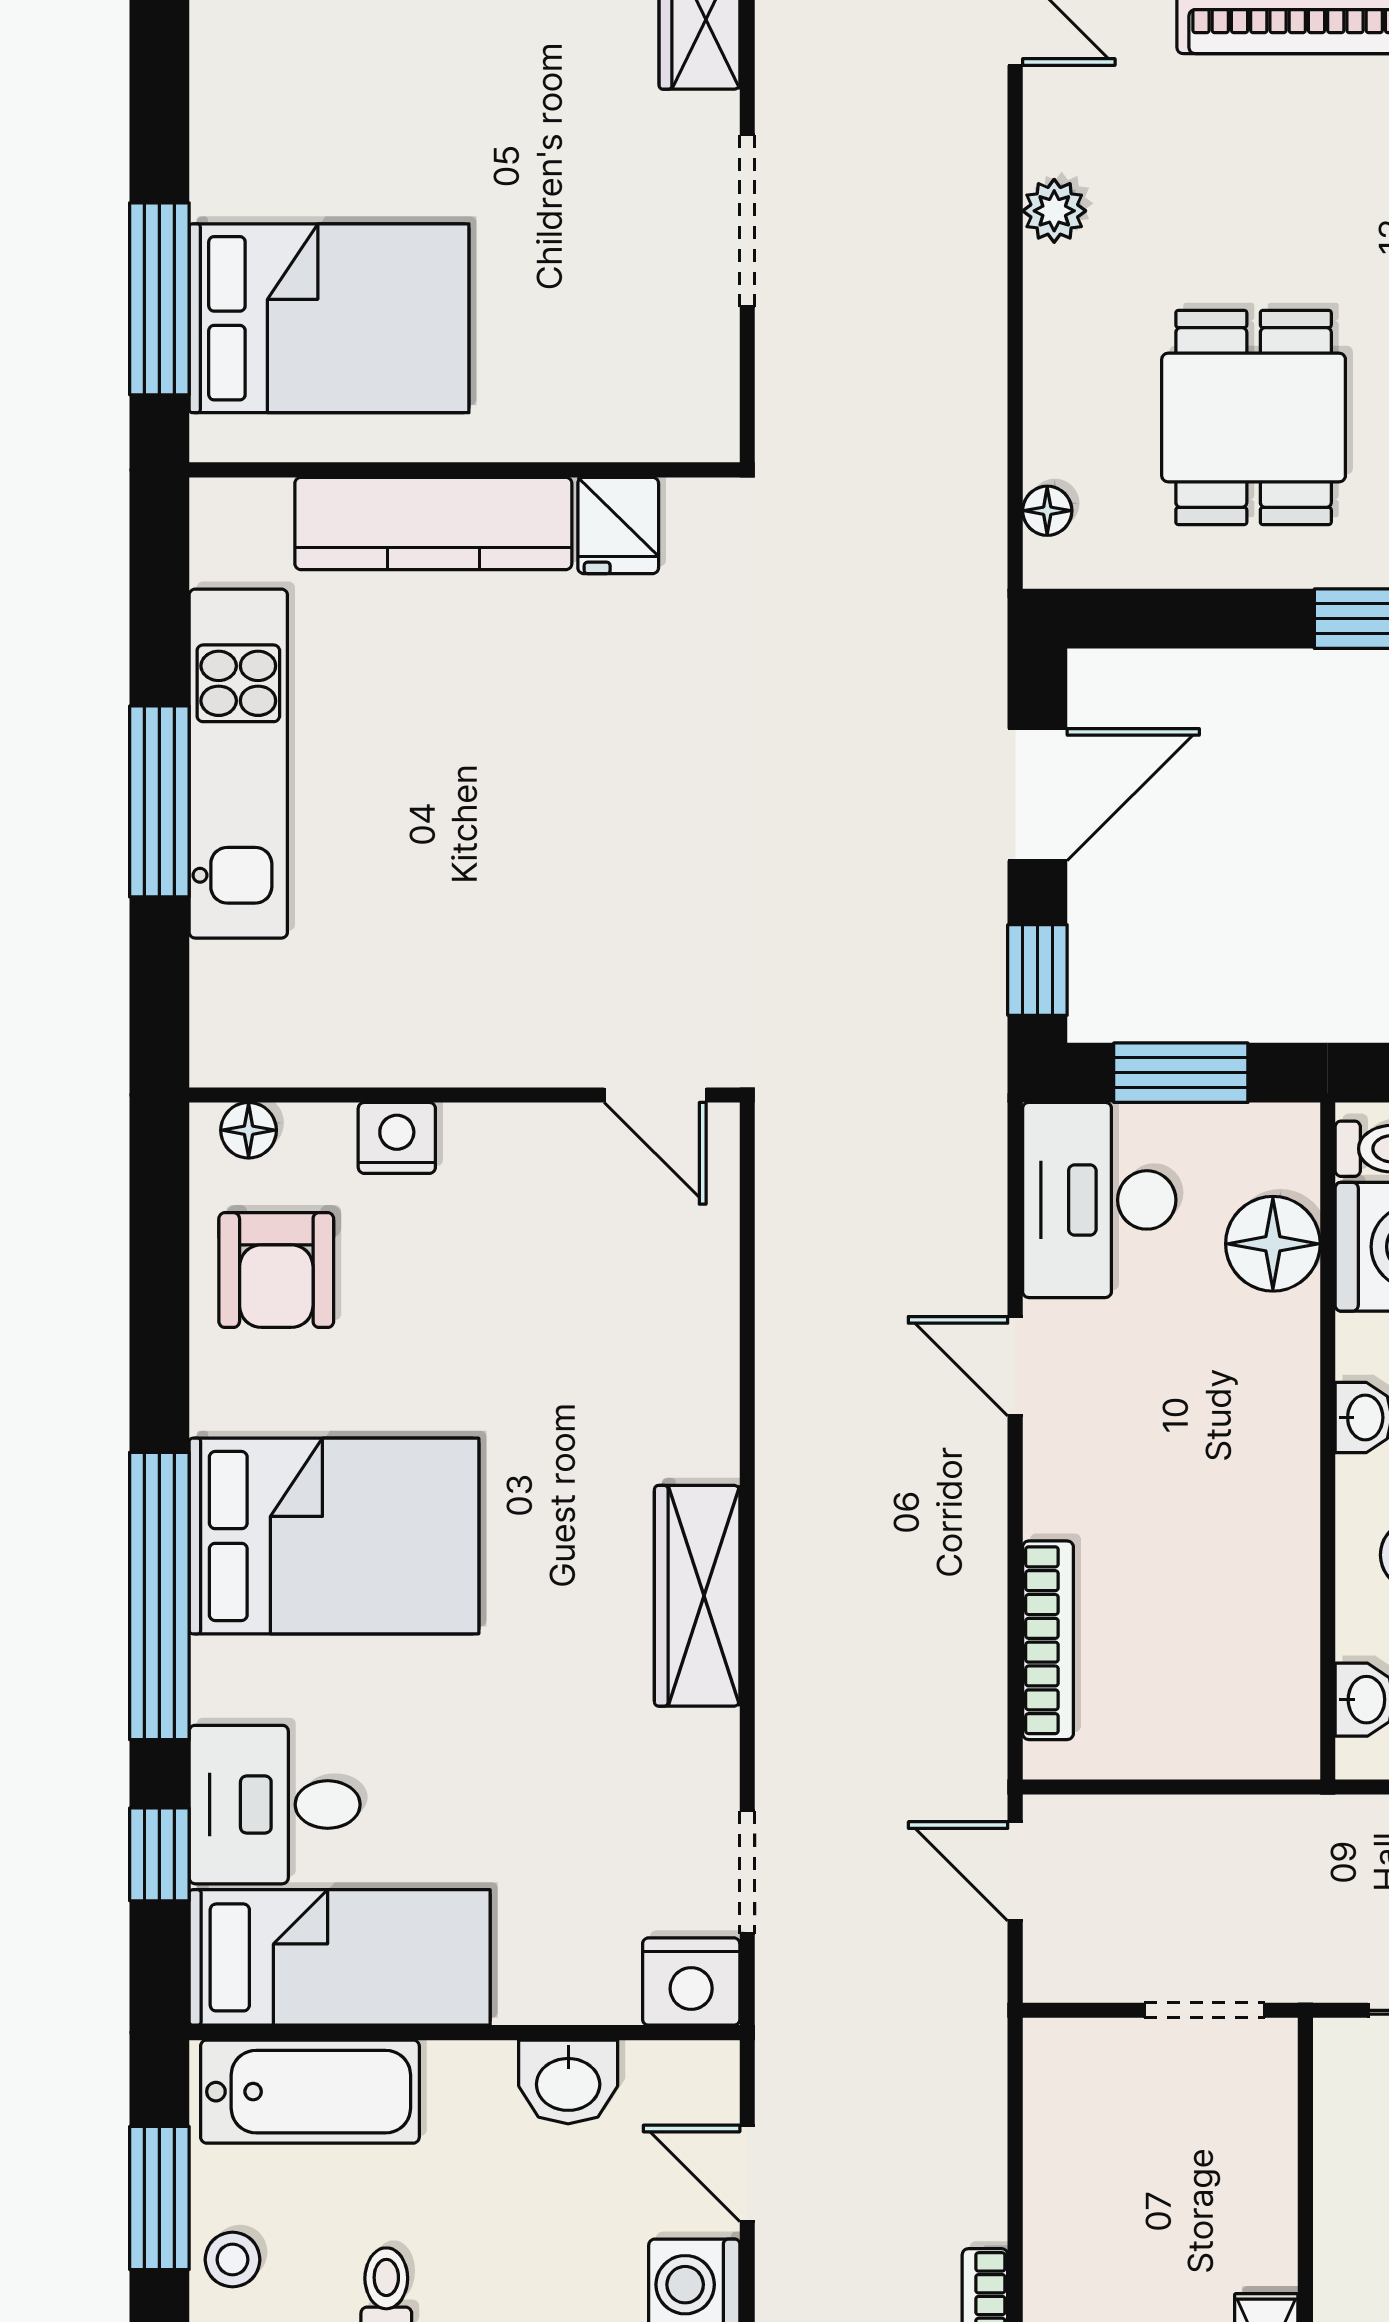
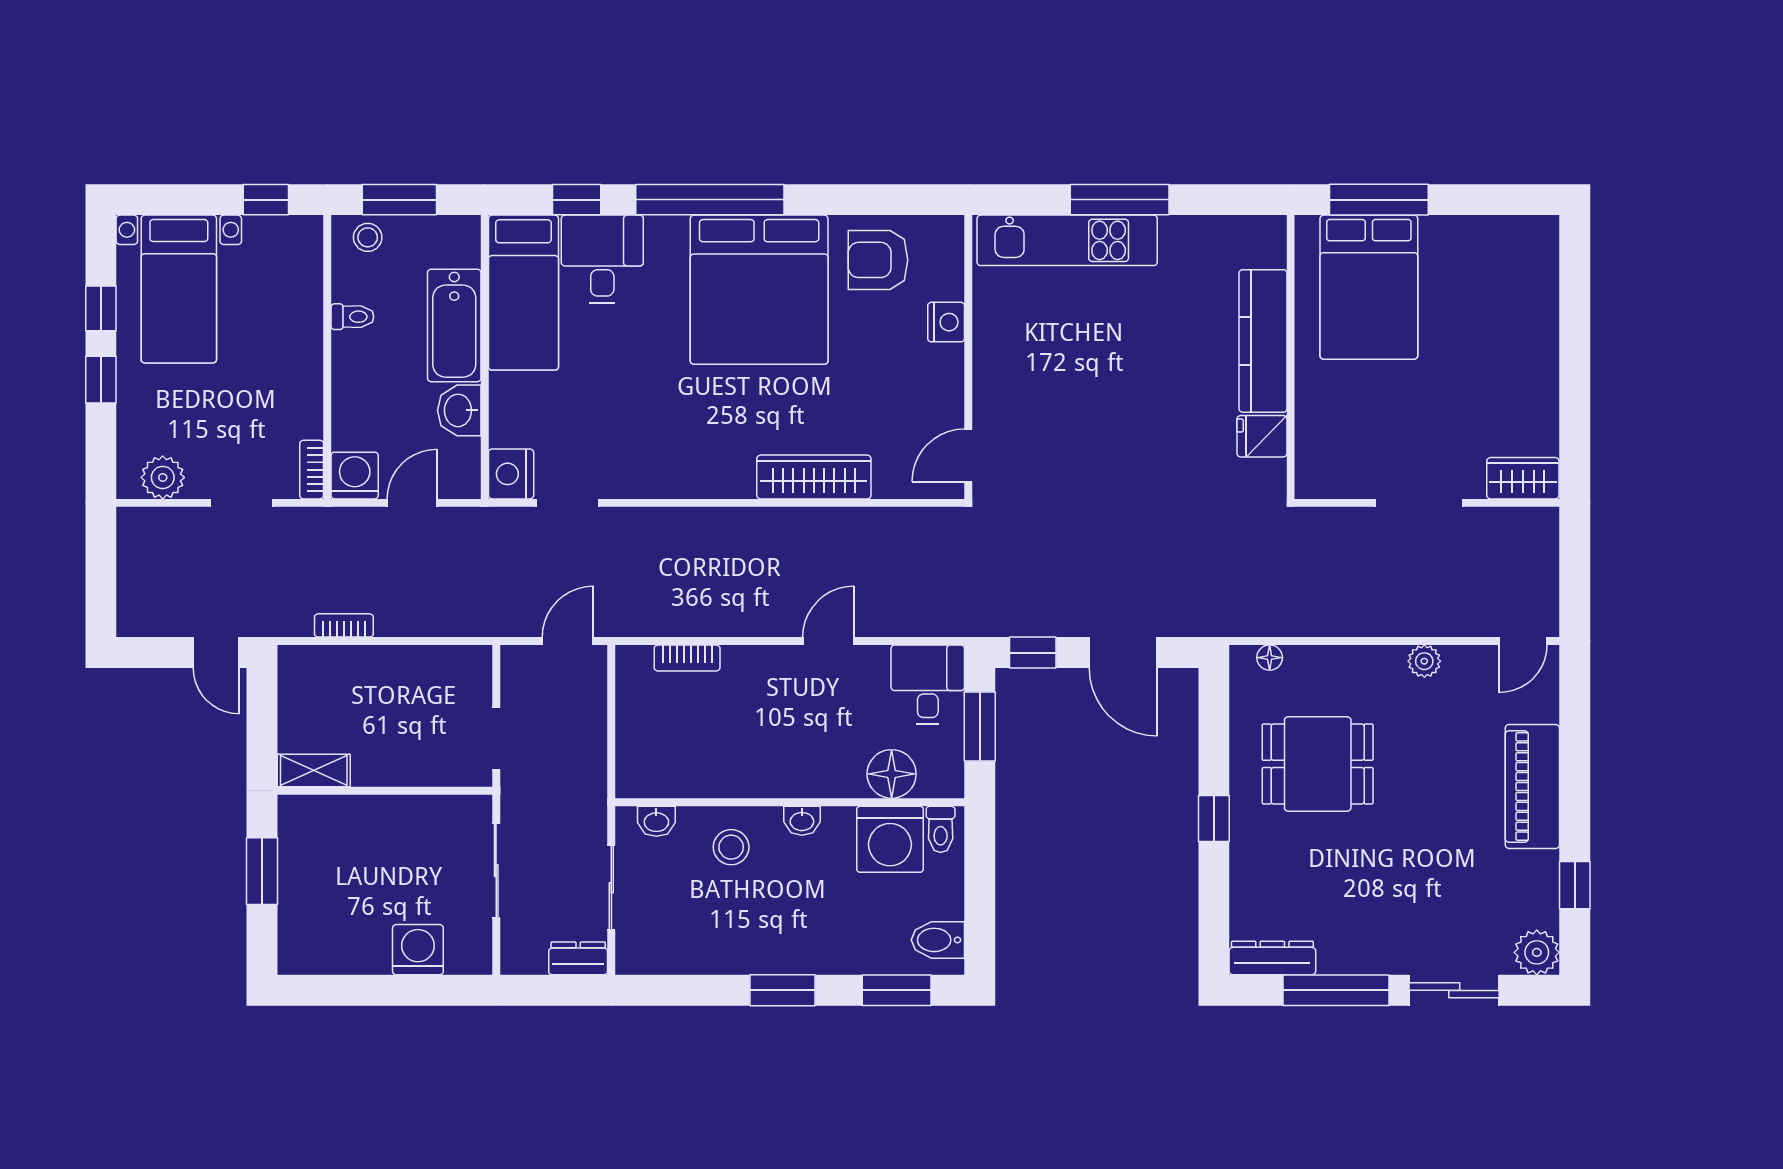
kitchen unit: (238, 764) -> (1067, 240), moved
floor lamp: (249, 1130) -> (950, 246), removed
desk: (1099, 1200) -> (928, 684), width x0.73
bed: (334, 1536) -> (759, 290), width x1.36
wardrobe: (697, 1596) -> (814, 477), moved
bookcase: (1048, 1640) -> (687, 658), width x0.64
bathtub: (310, 2092) -> (454, 325), moved

